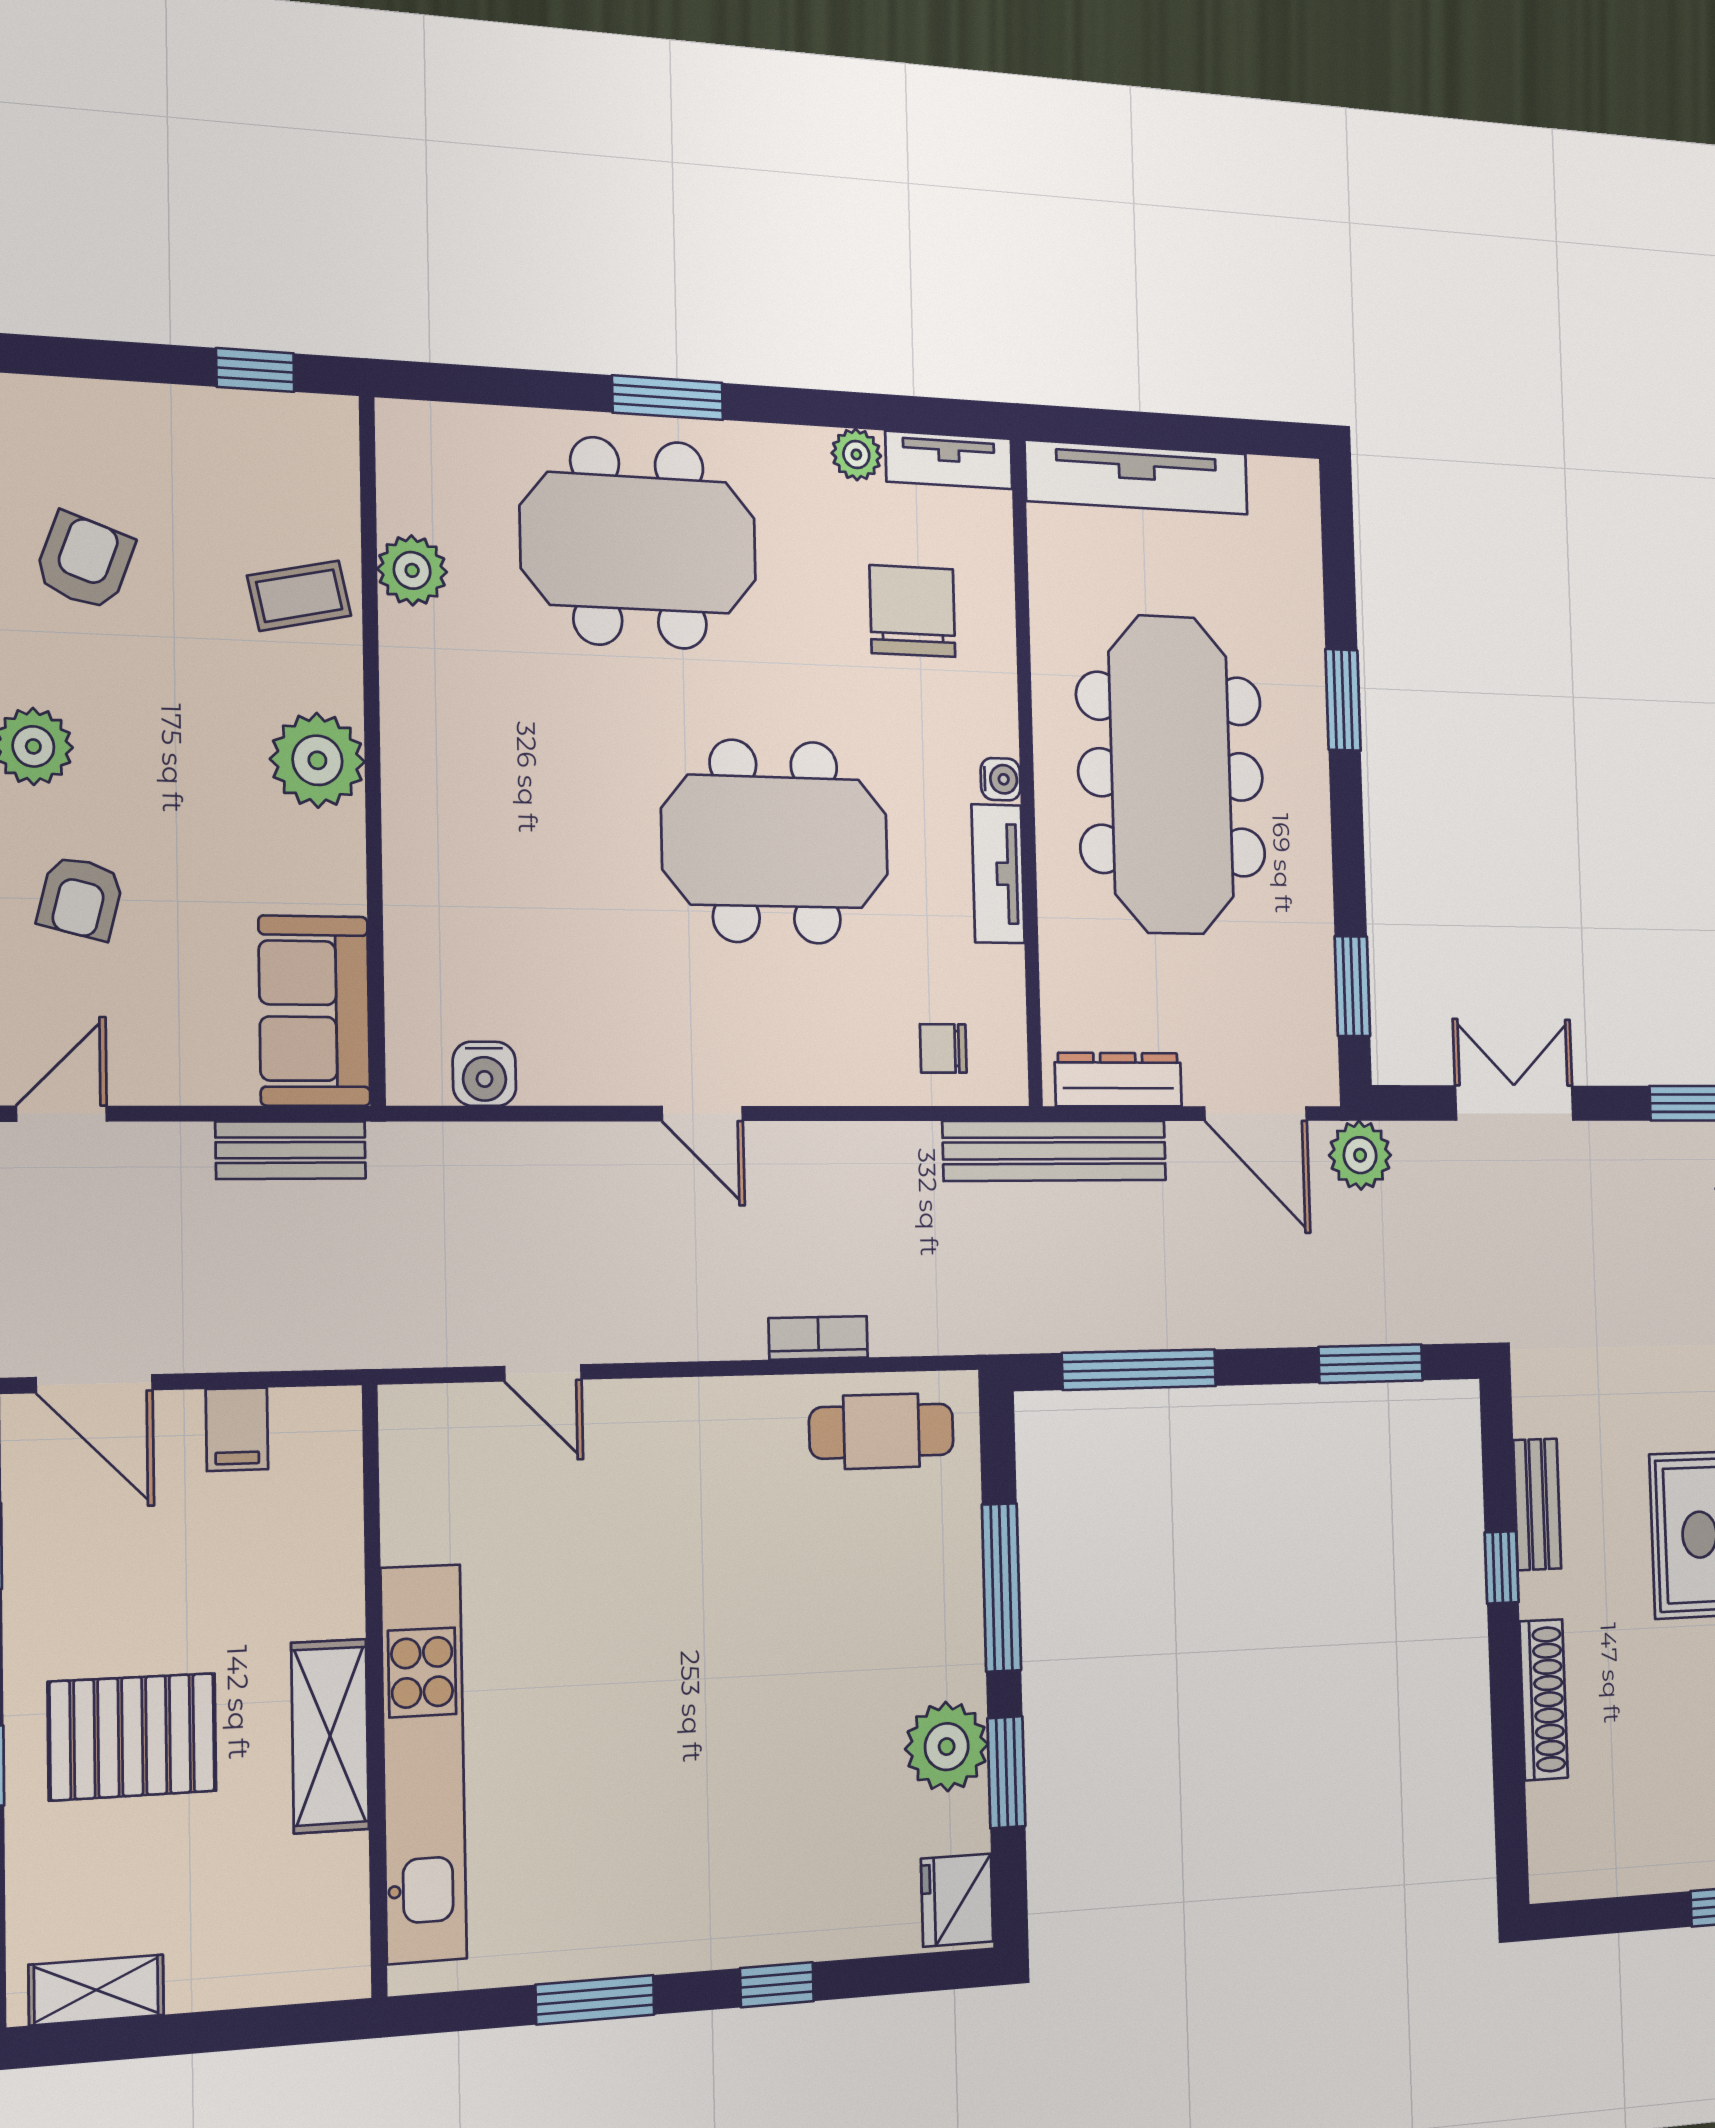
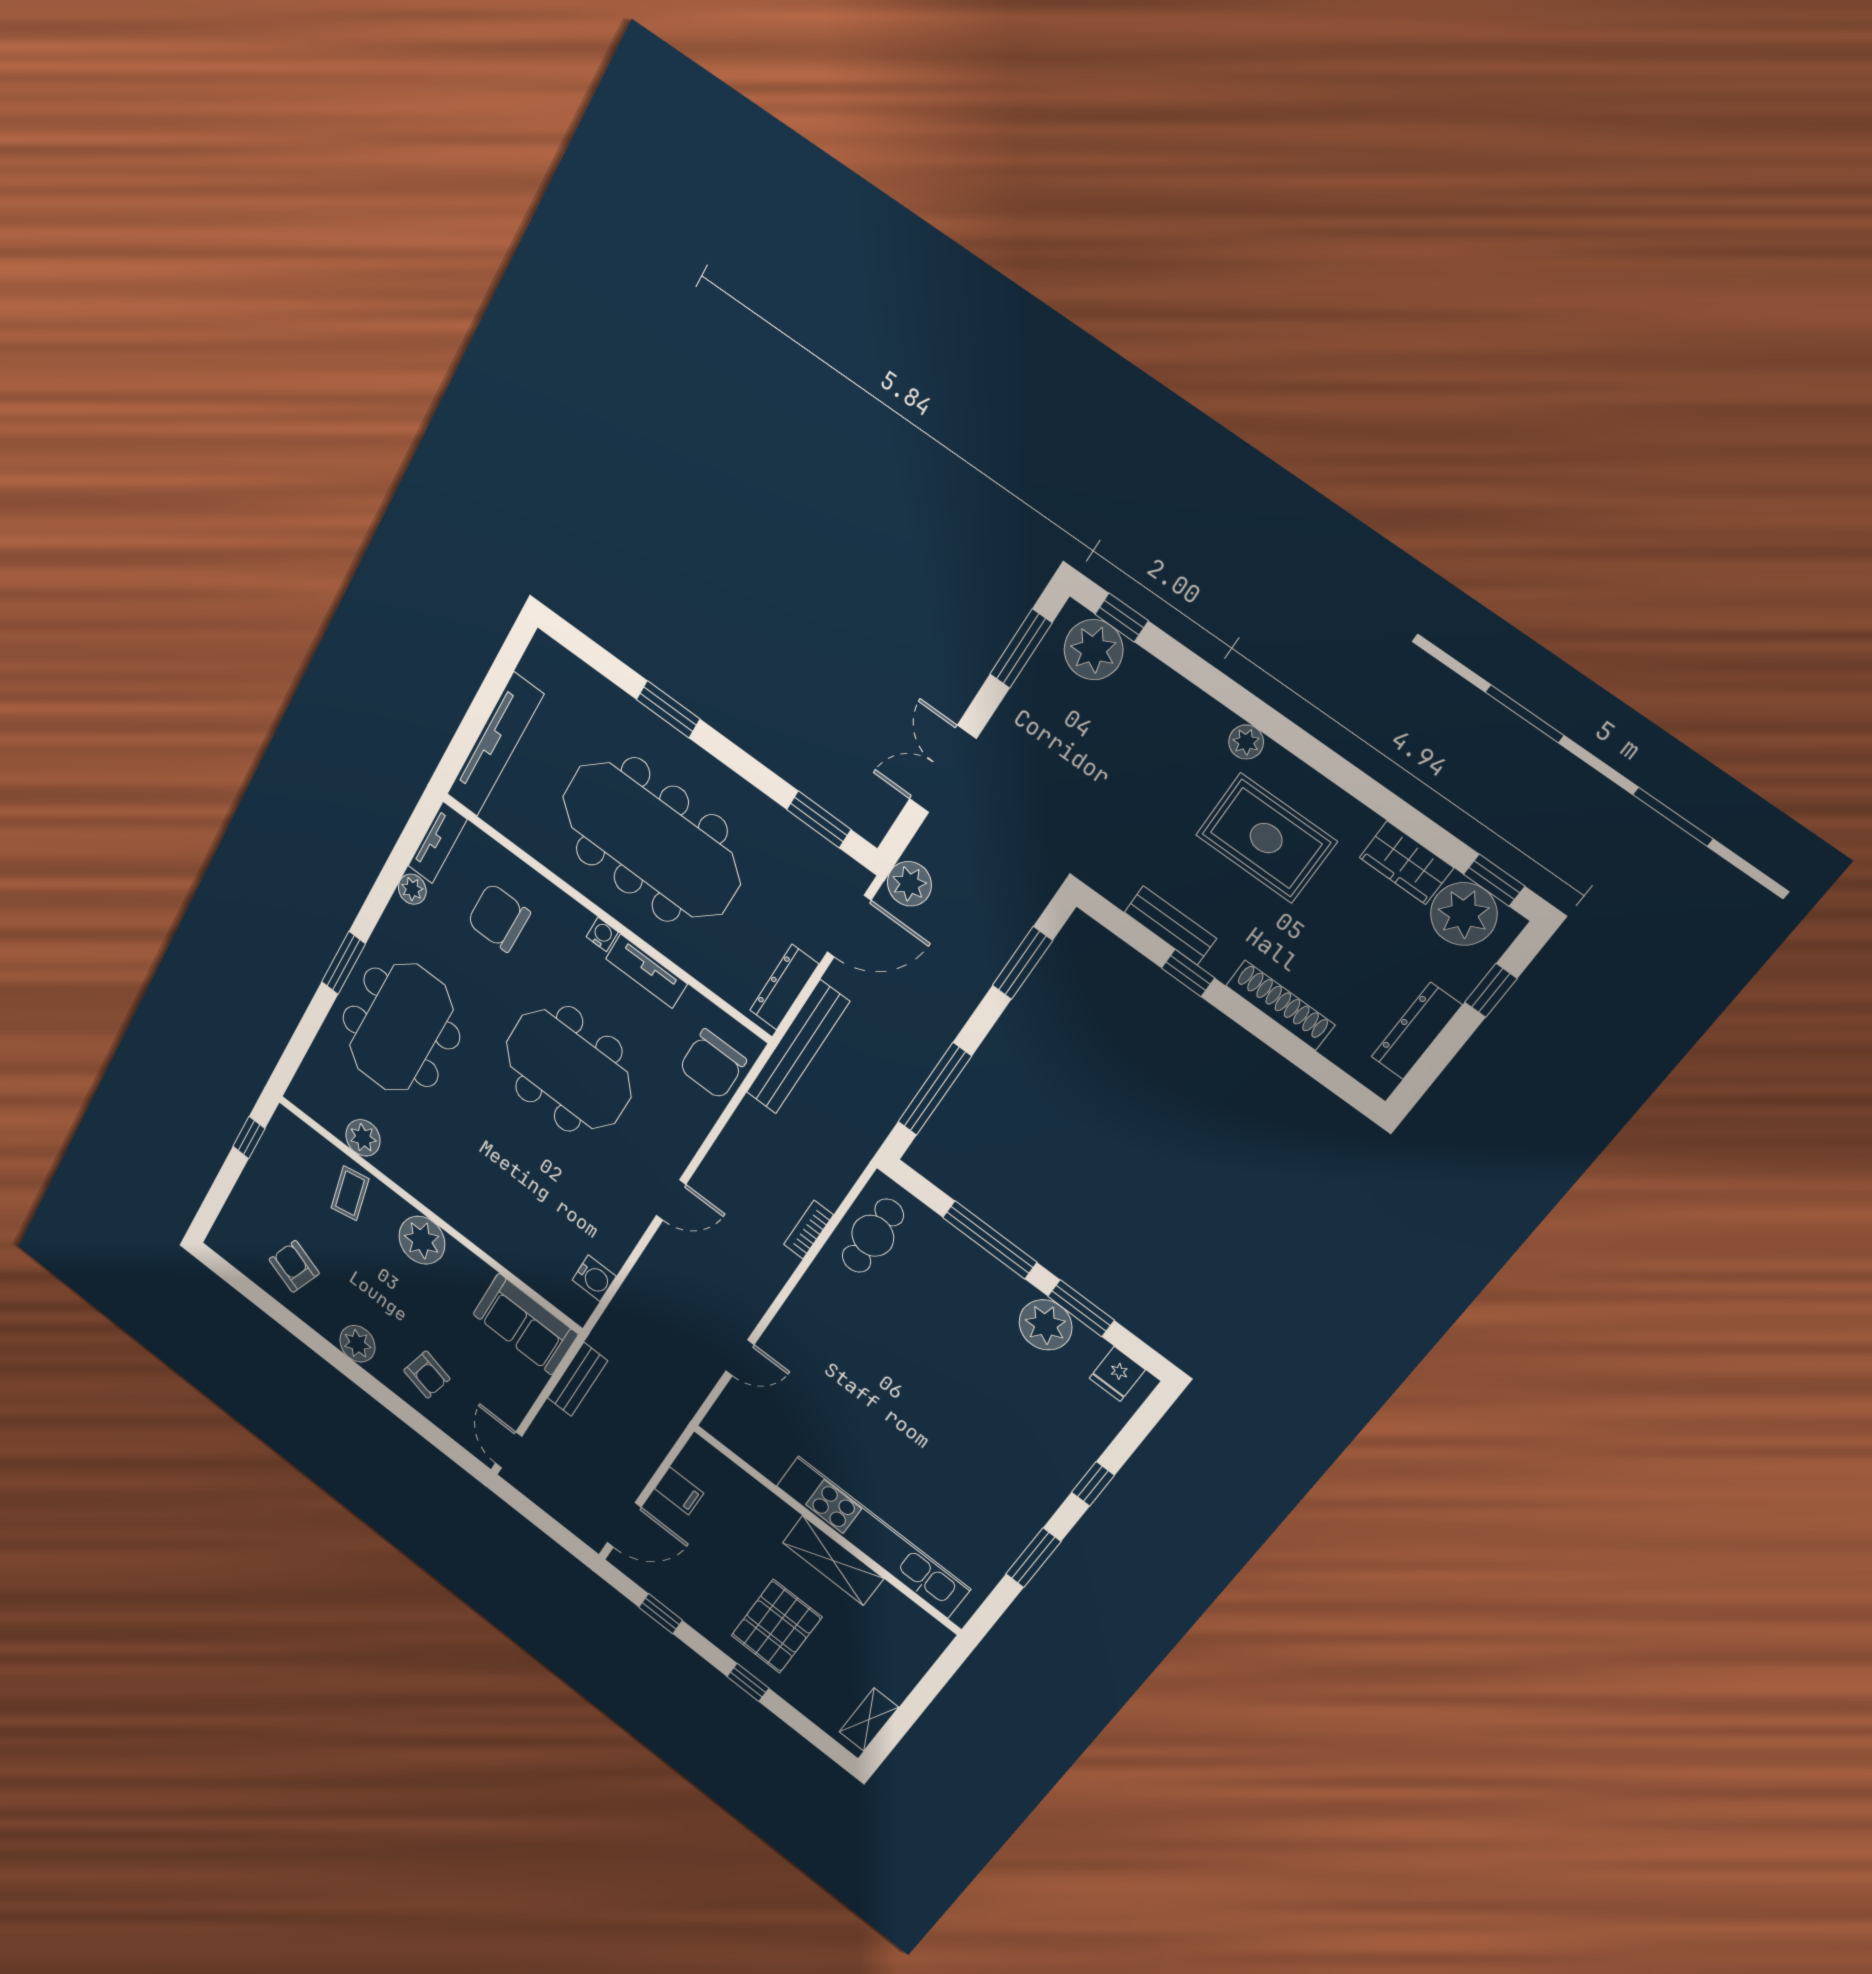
meeting table: (775, 842) -> (568, 1069), turned 90
chair: (943, 1048) -> (713, 1064), width x1.87, depth x1.87
dresser: (1626, 1869) -> (1417, 1031), added
fridge: (957, 1900) -> (1117, 1374), width x0.72

